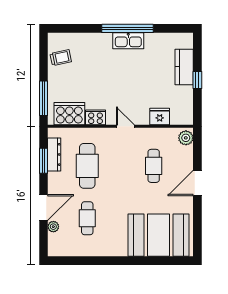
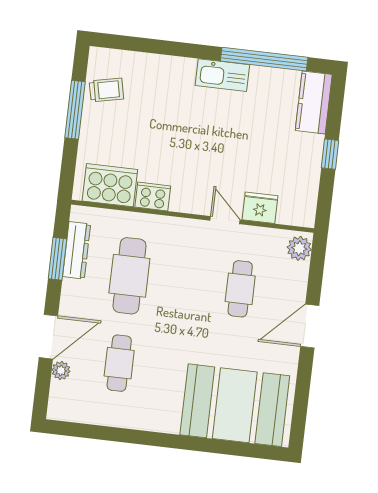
window: (128, 28) -> (264, 59), moved
kitchen counter: (184, 67) -> (314, 102), moved
window: (44, 98) -> (75, 110), moved
door: (125, 126) -> (225, 220), moved

